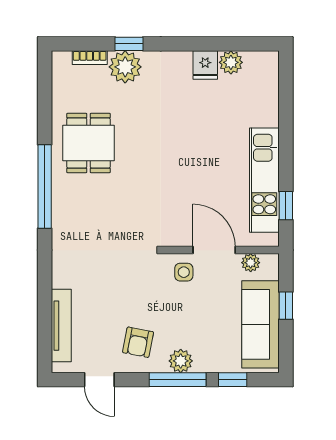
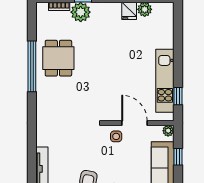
window: (45, 187) -> (32, 66), moved
plant: (251, 263) -> (168, 131), moved

